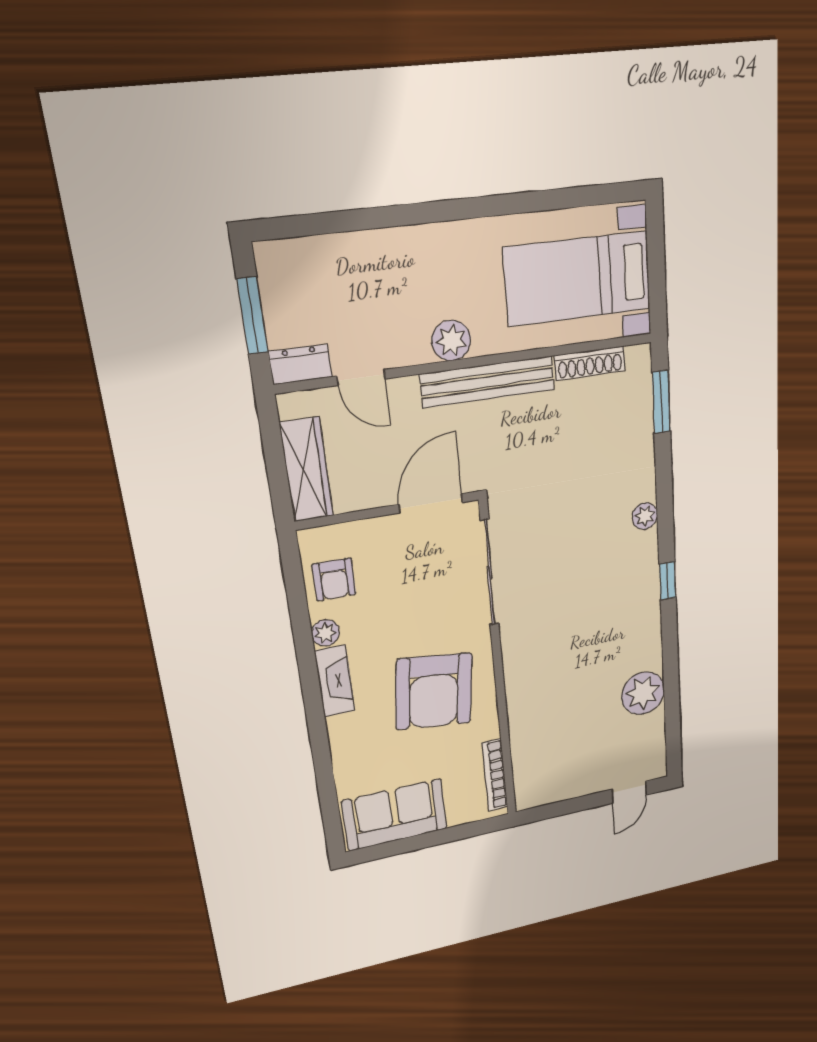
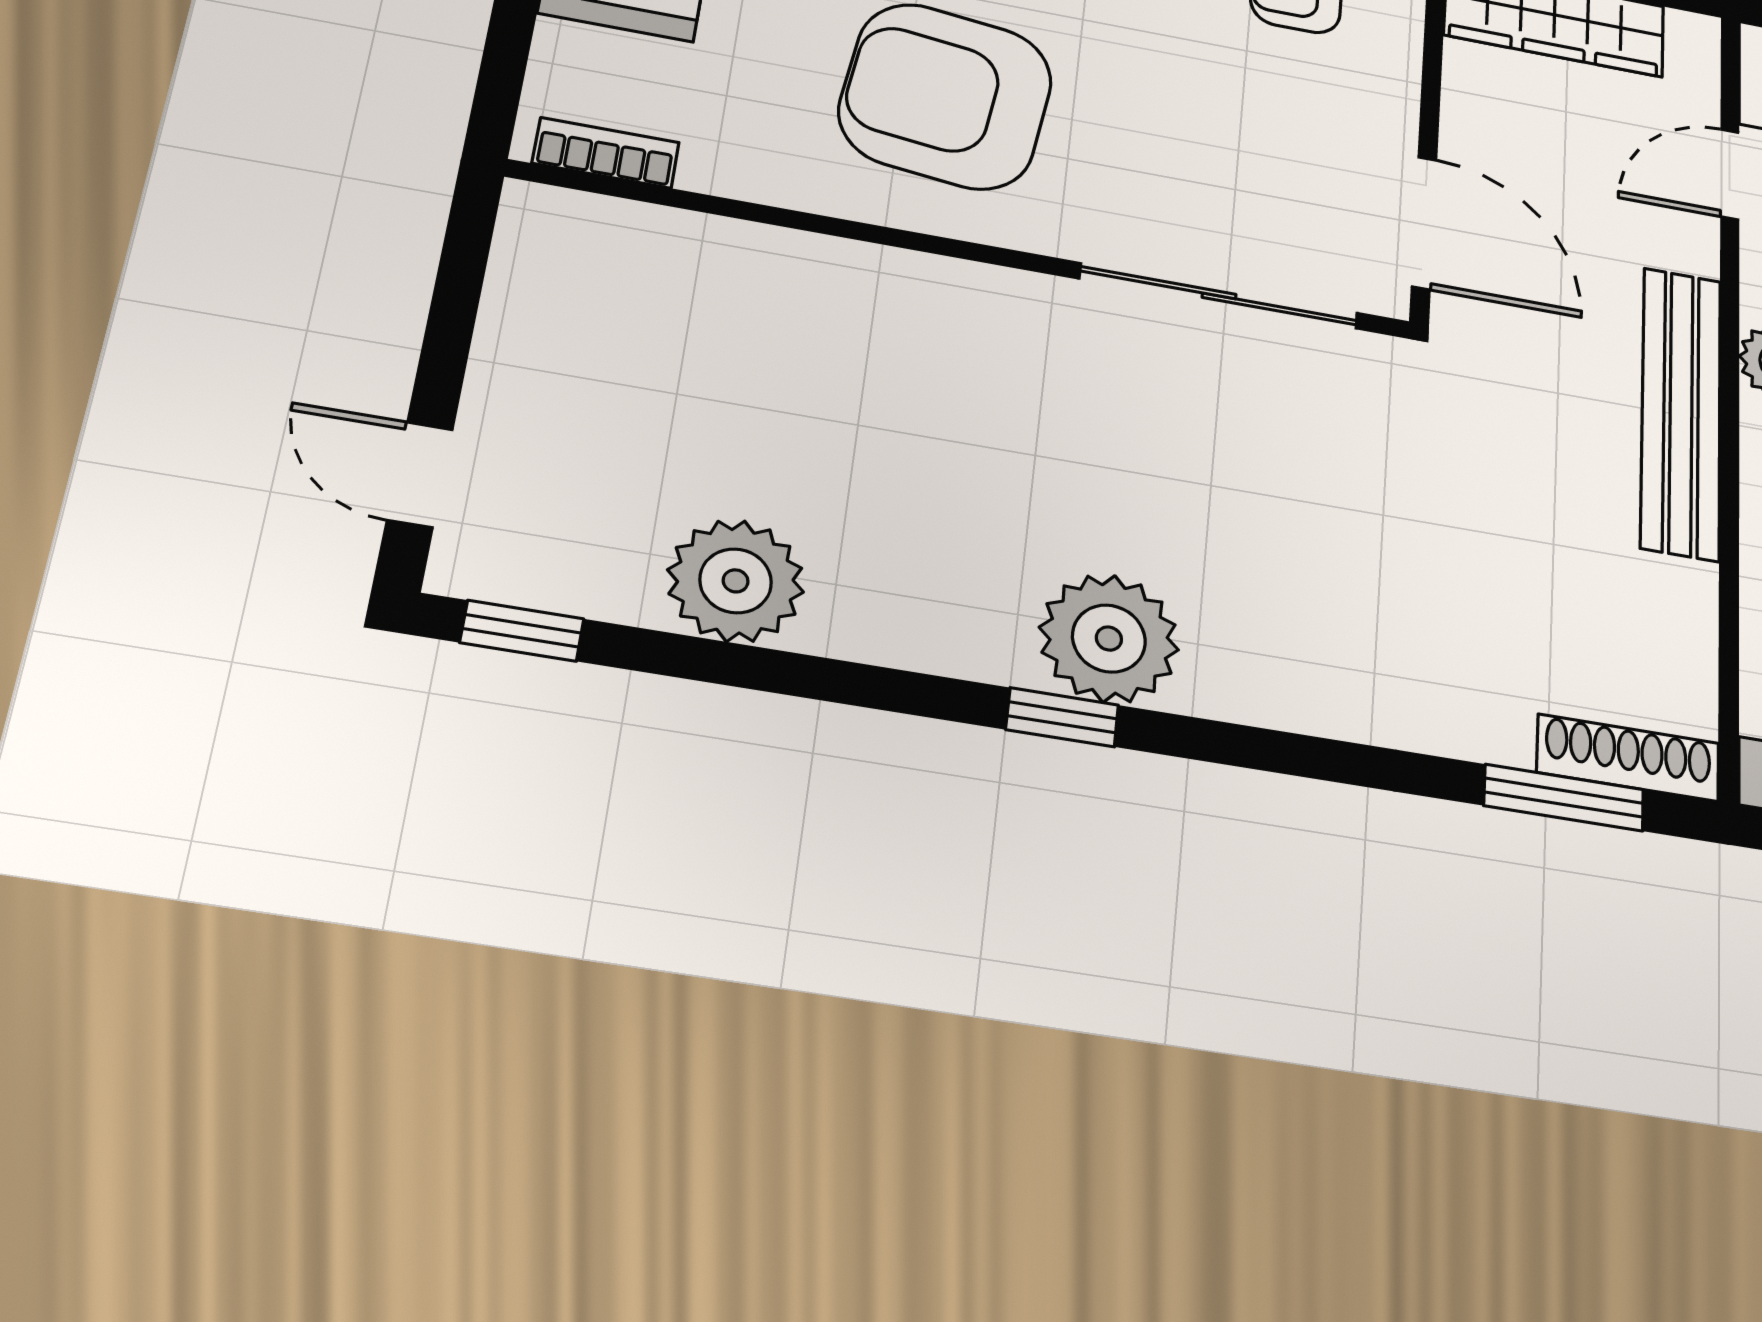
shoe rack: (590, 363) -> (1628, 758), moved, turned 90
plant: (645, 516) -> (1109, 639), moved, width x1.88, depth x1.88
window: (673, 745) -> (522, 631), added
bookcase: (495, 775) -> (606, 153), width x0.64

